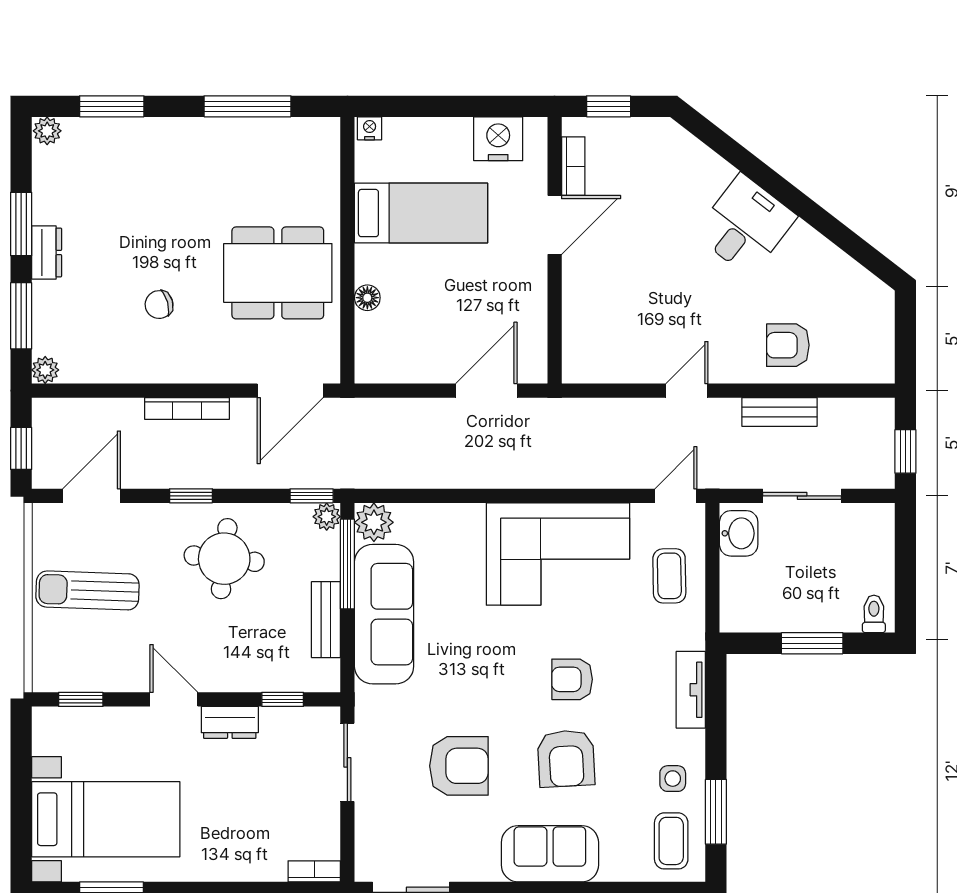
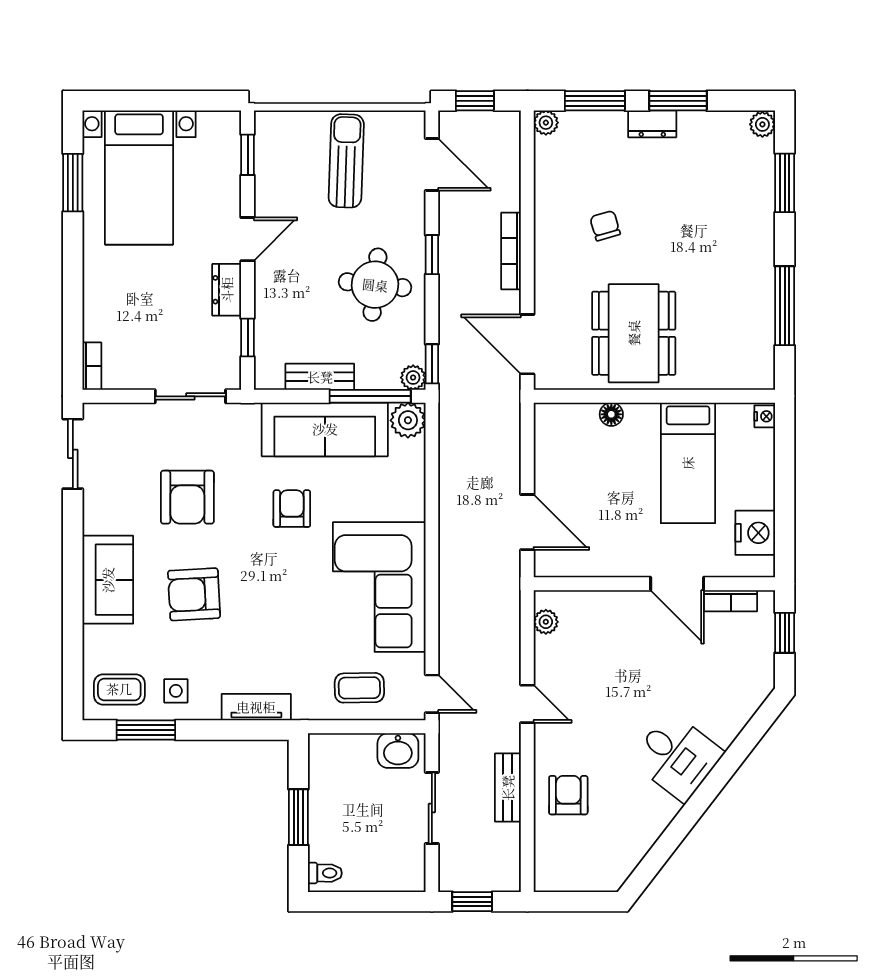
plant: (596, 370) -> (546, 622), added
armchair: (572, 679) -> (292, 509), moved

